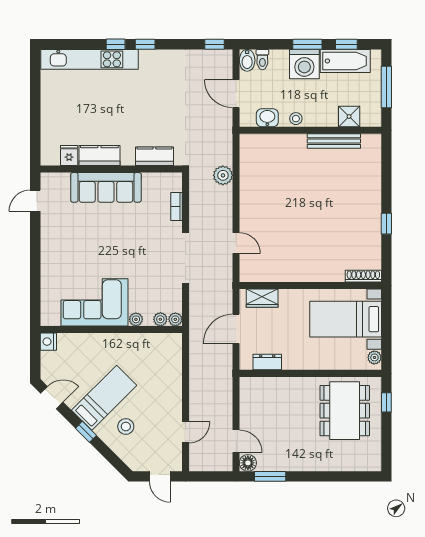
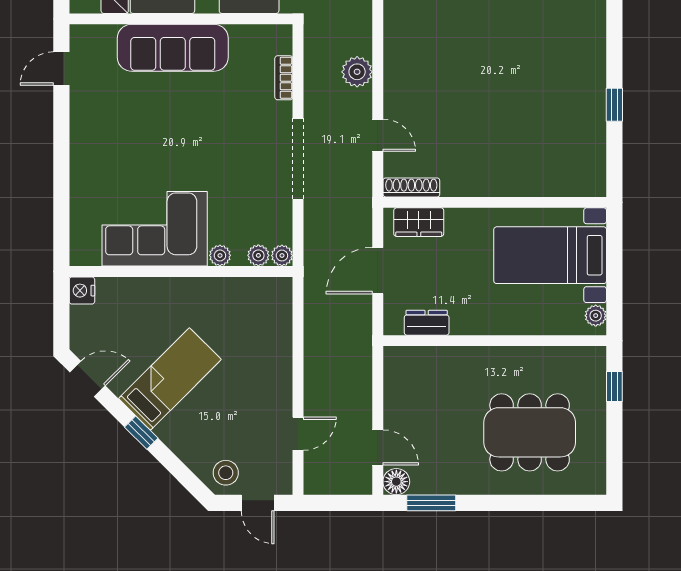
plant: (223, 175) -> (357, 72), moved
shoe rack: (363, 276) -> (411, 187), moved
dining table: (345, 411) -> (530, 432), moved, turned 90
stool: (126, 427) -> (226, 473), moved

